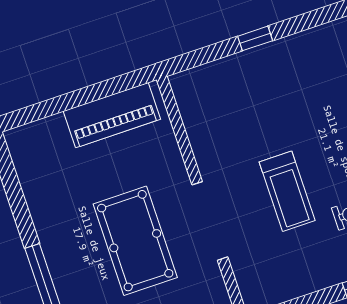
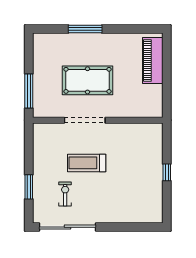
piano: (112, 115) -> (153, 61), moved

